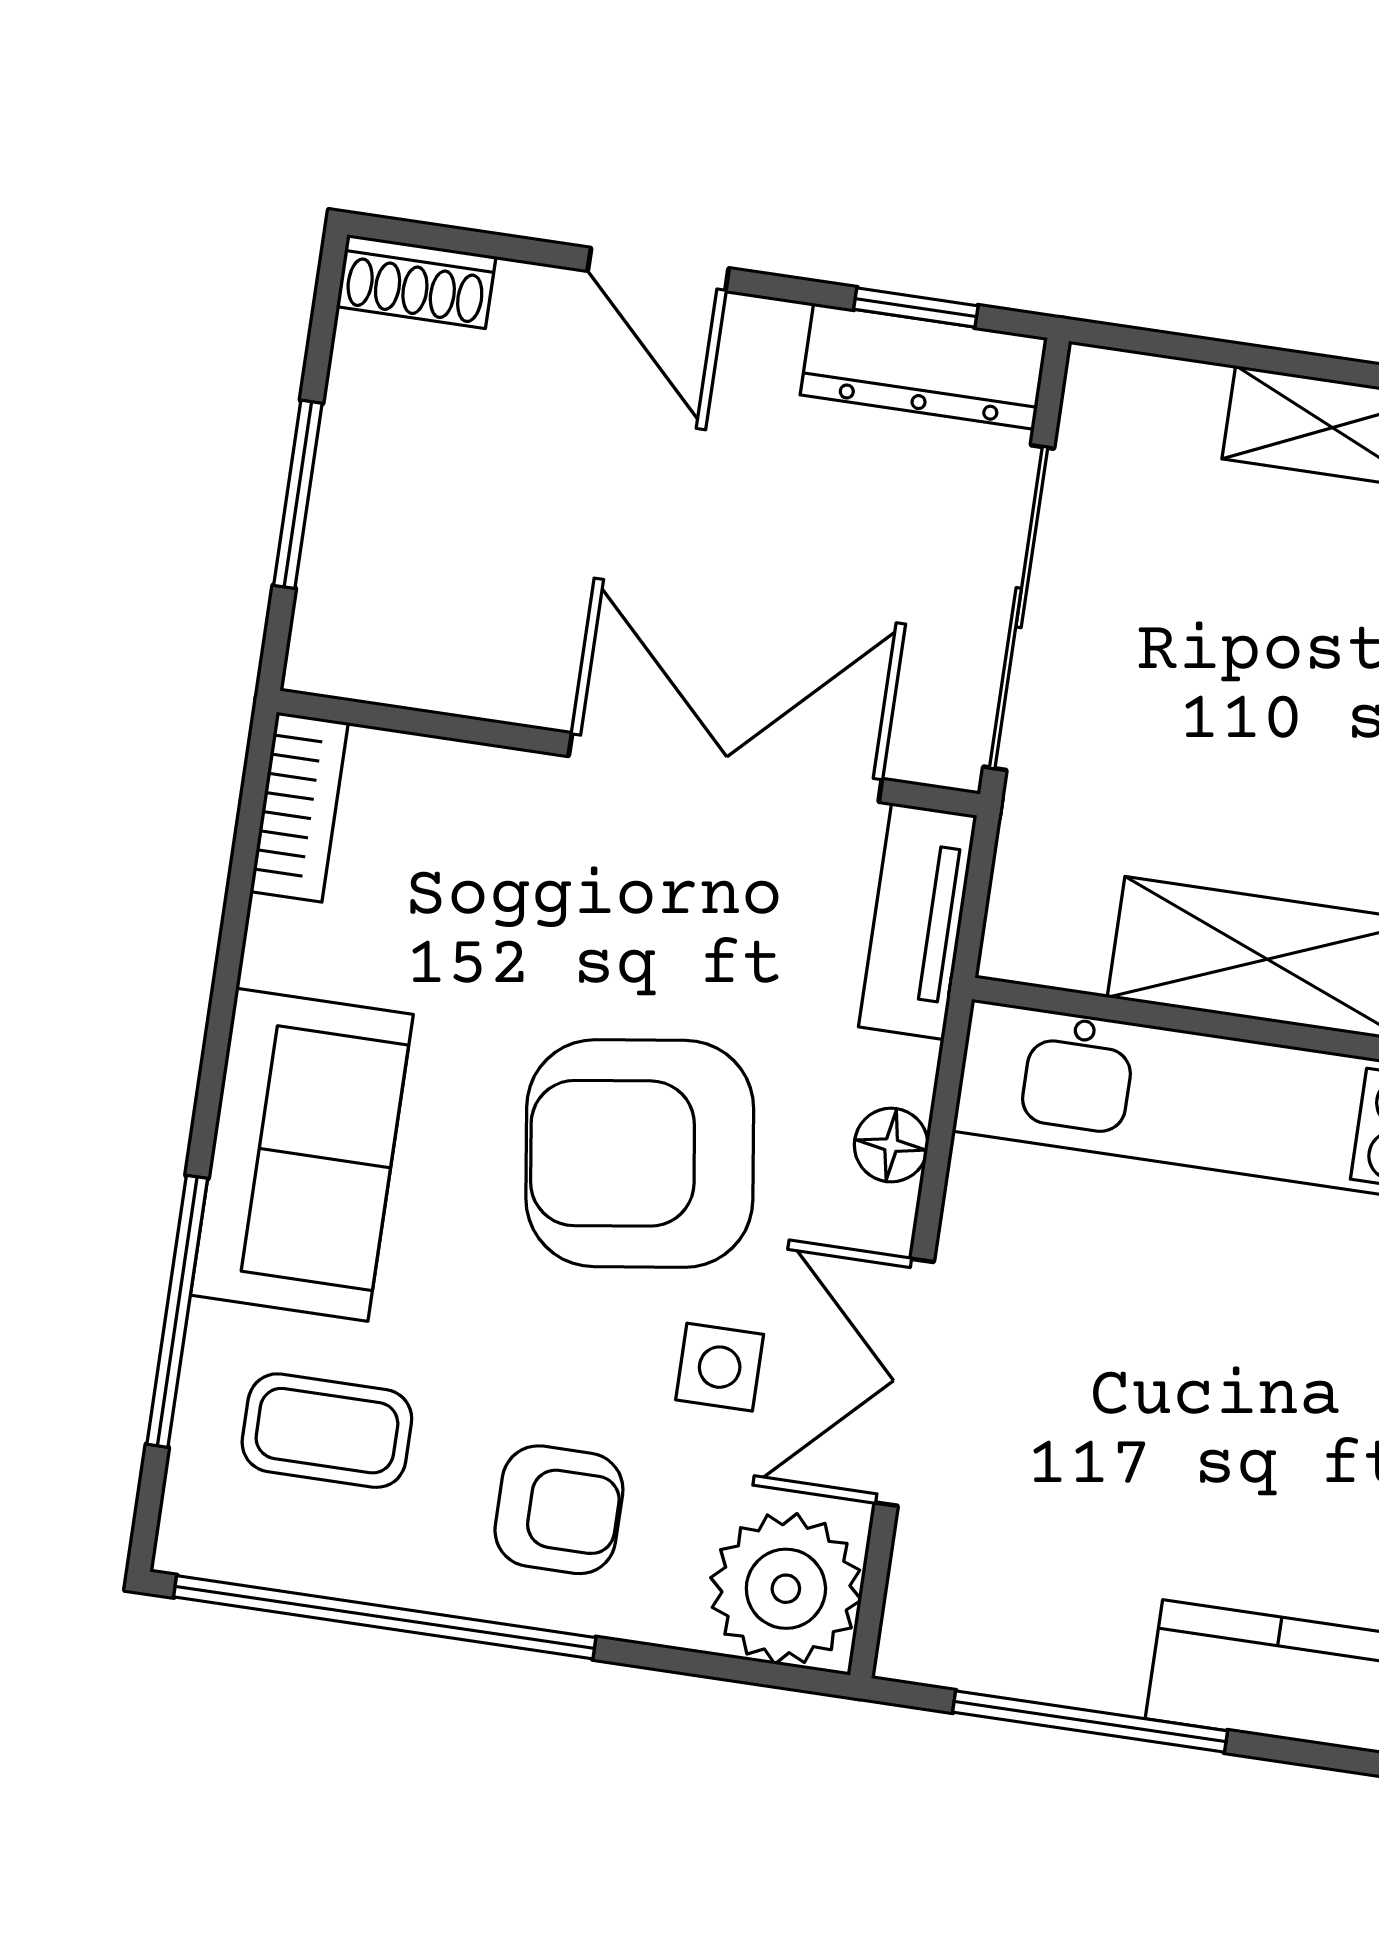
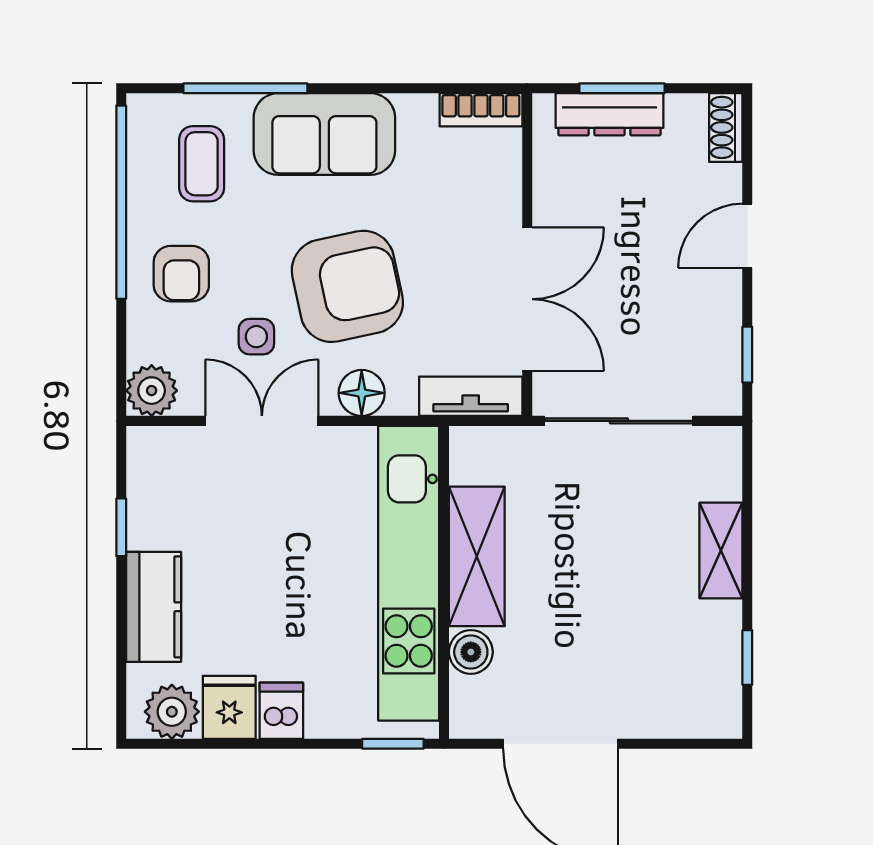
dresser: (924, 366) -> (610, 114), moved, turned -90
floor lamp: (891, 1145) -> (362, 393), width x1.37, depth x1.37
armchair: (640, 1154) -> (347, 286), turned 86
plant: (786, 1589) -> (152, 391), width x0.73, depth x0.73
window: (1090, 1721) -> (121, 527), width x0.46

